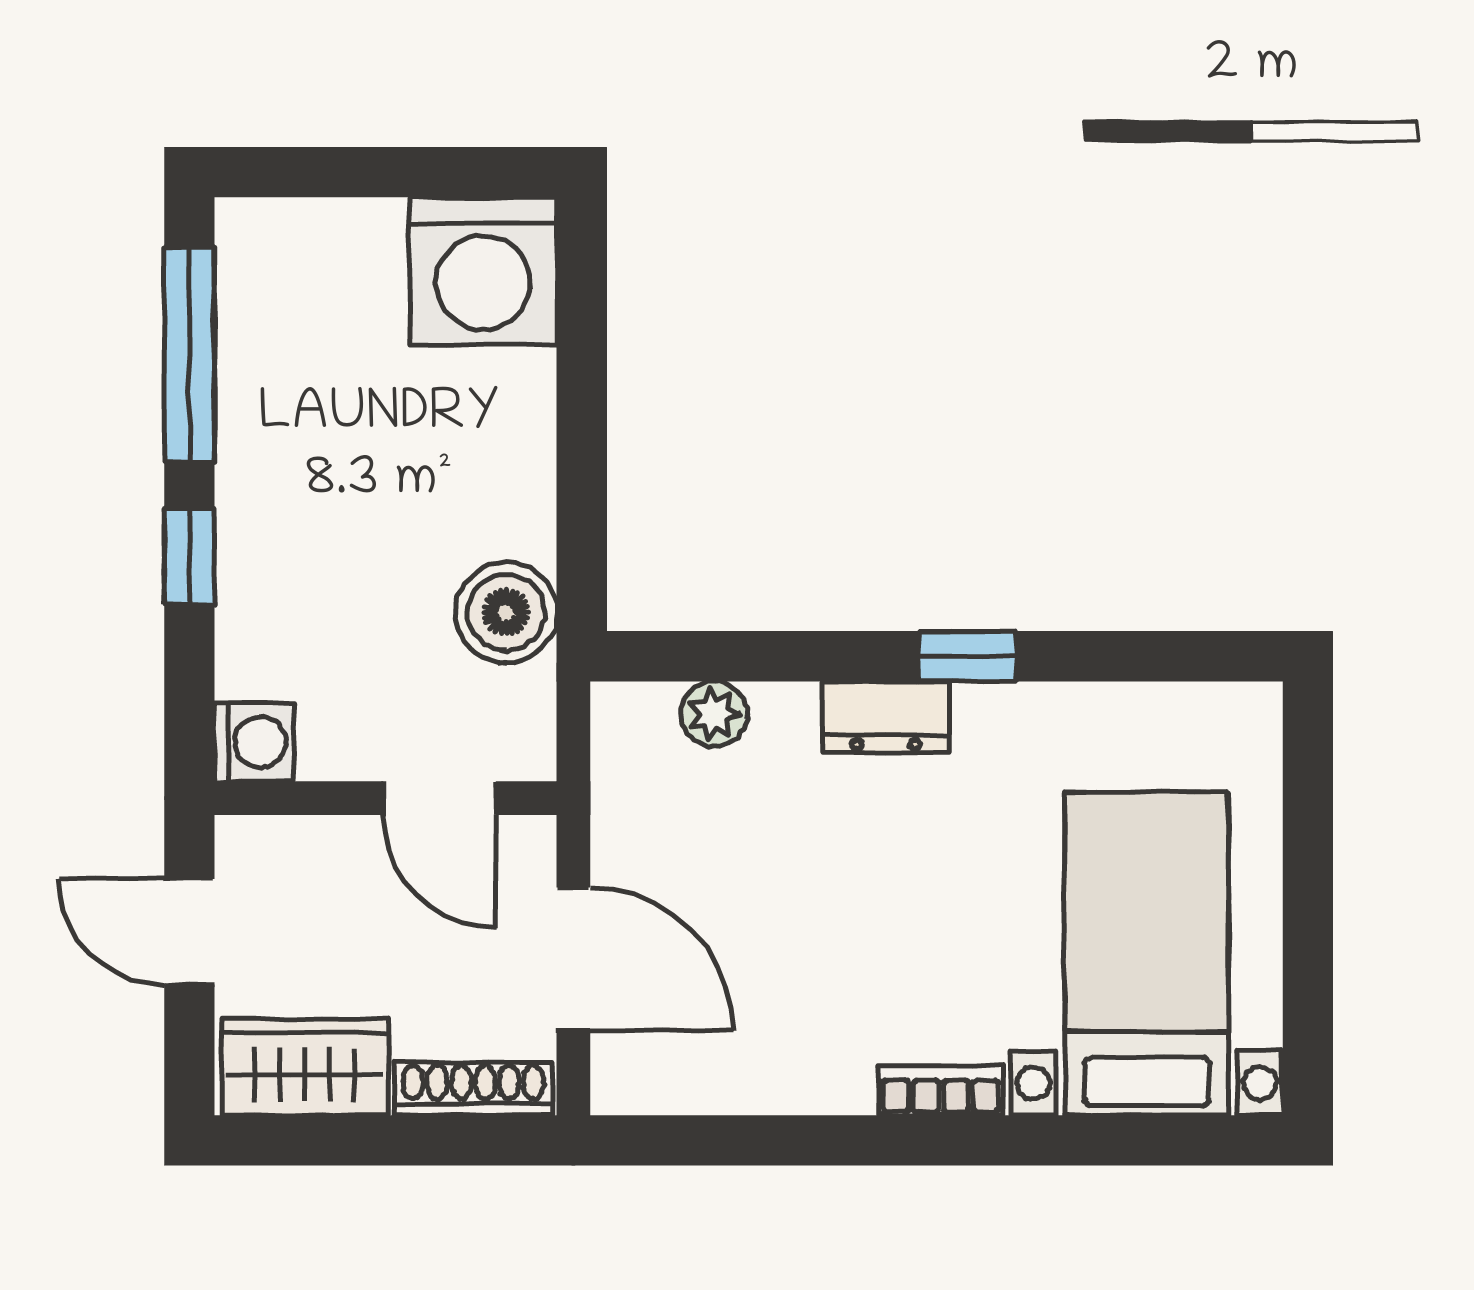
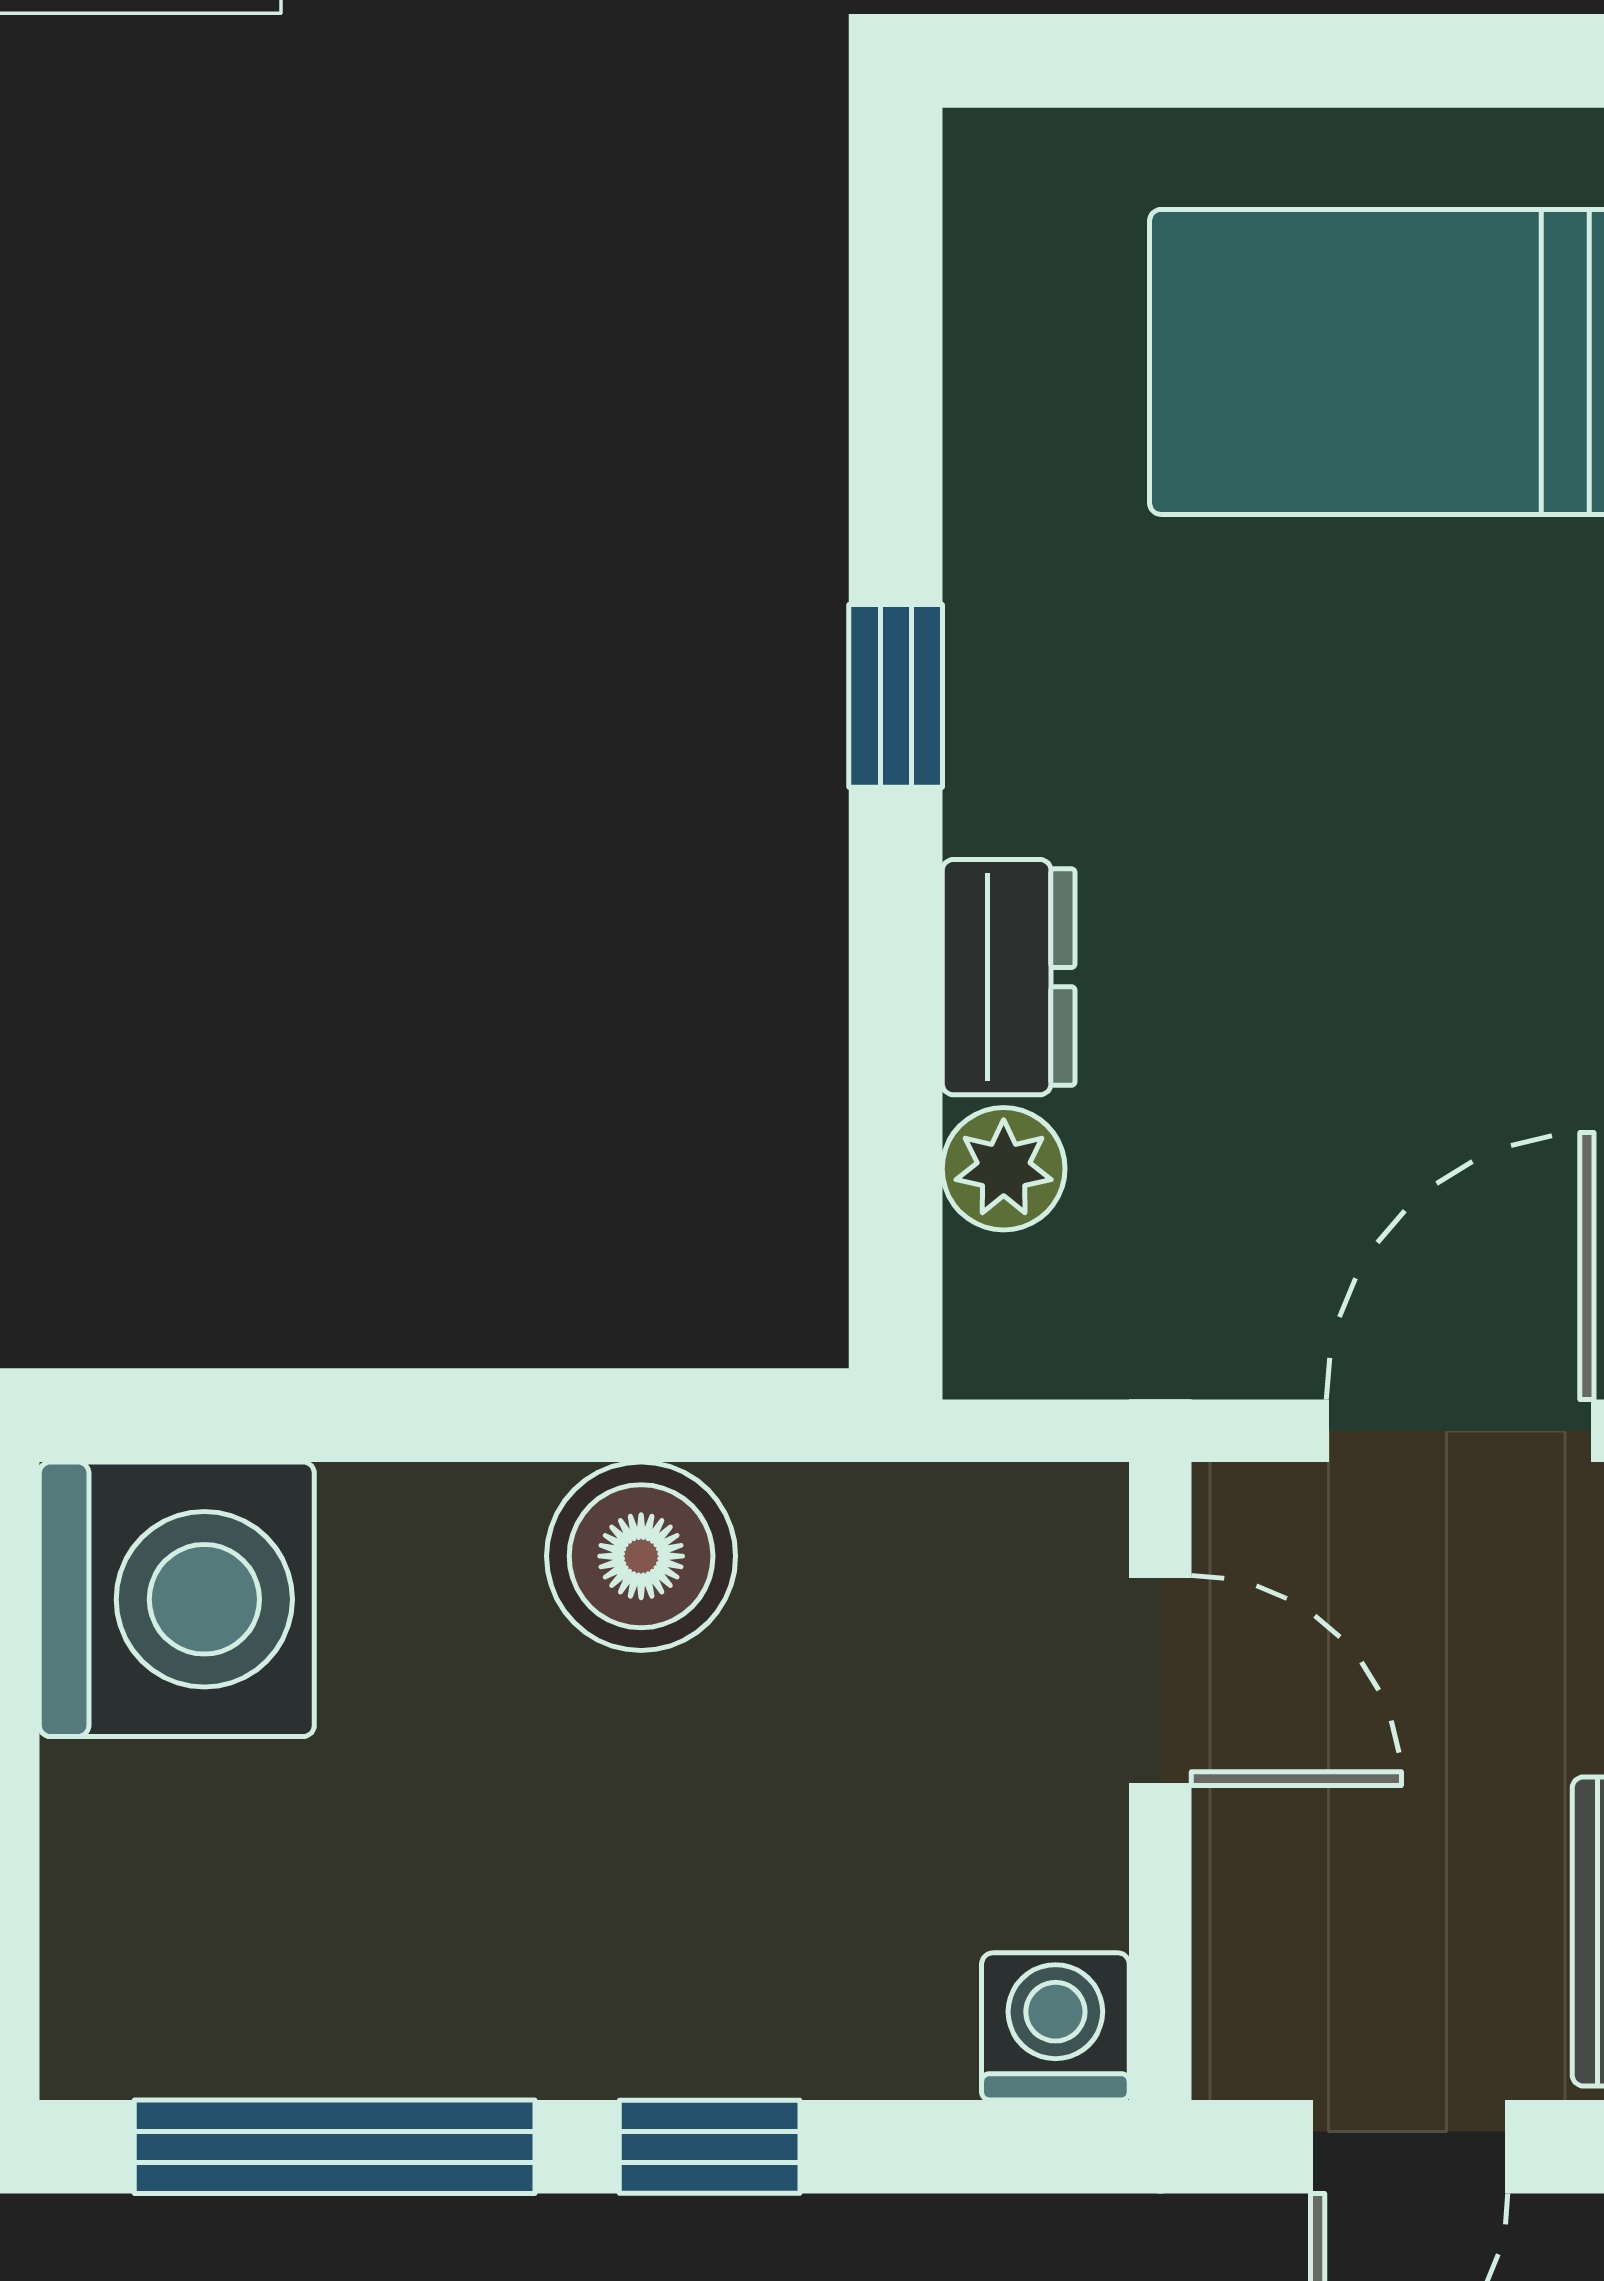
boiler: (506, 612) -> (641, 1556), moved
dresser: (886, 717) -> (1009, 977), moved
door: (439, 798) -> (1160, 1680), hinge flipped

